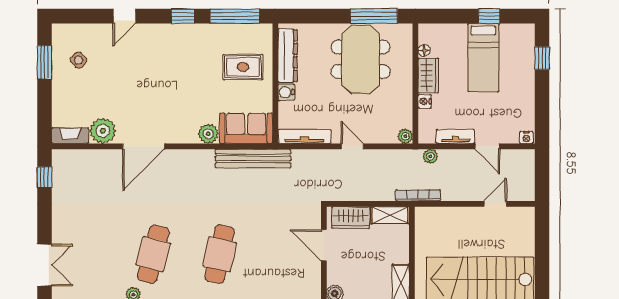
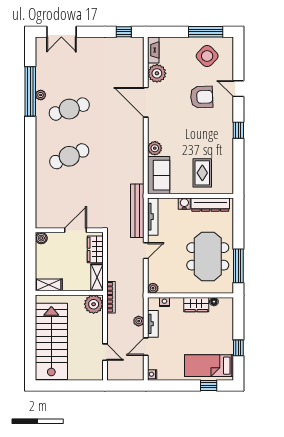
window: (235, 16) -> (238, 167), removed
bed: (483, 58) -> (209, 366), moved
meeting table: (361, 59) -> (208, 256), turned 90
side table: (79, 60) -> (207, 56), width x1.87, depth x1.87
window: (44, 62) -> (206, 32), width x1.44
armchair: (136, 68) -> (202, 97), added
nightstand: (425, 101) -> (164, 302), moved
plant: (430, 156) -> (139, 321), moved
bench: (253, 158) -> (137, 211), moved
plant: (428, 220) -> (94, 304), added
cafe table: (153, 254) -> (69, 109), turned -33
cafe table: (220, 254) -> (69, 156), turned -36

